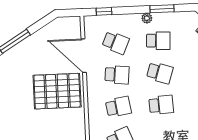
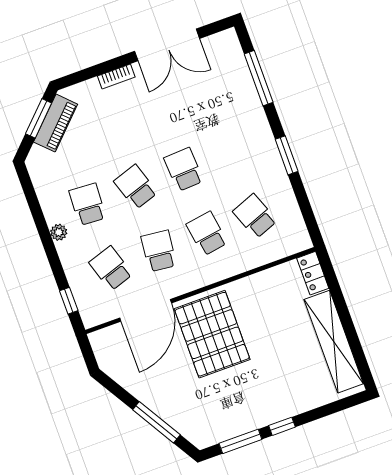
window: (162, 9) -> (37, 214), removed
school desk: (115, 43) -> (111, 268), turned -42
school desk: (160, 73) -> (136, 187), turned -36

